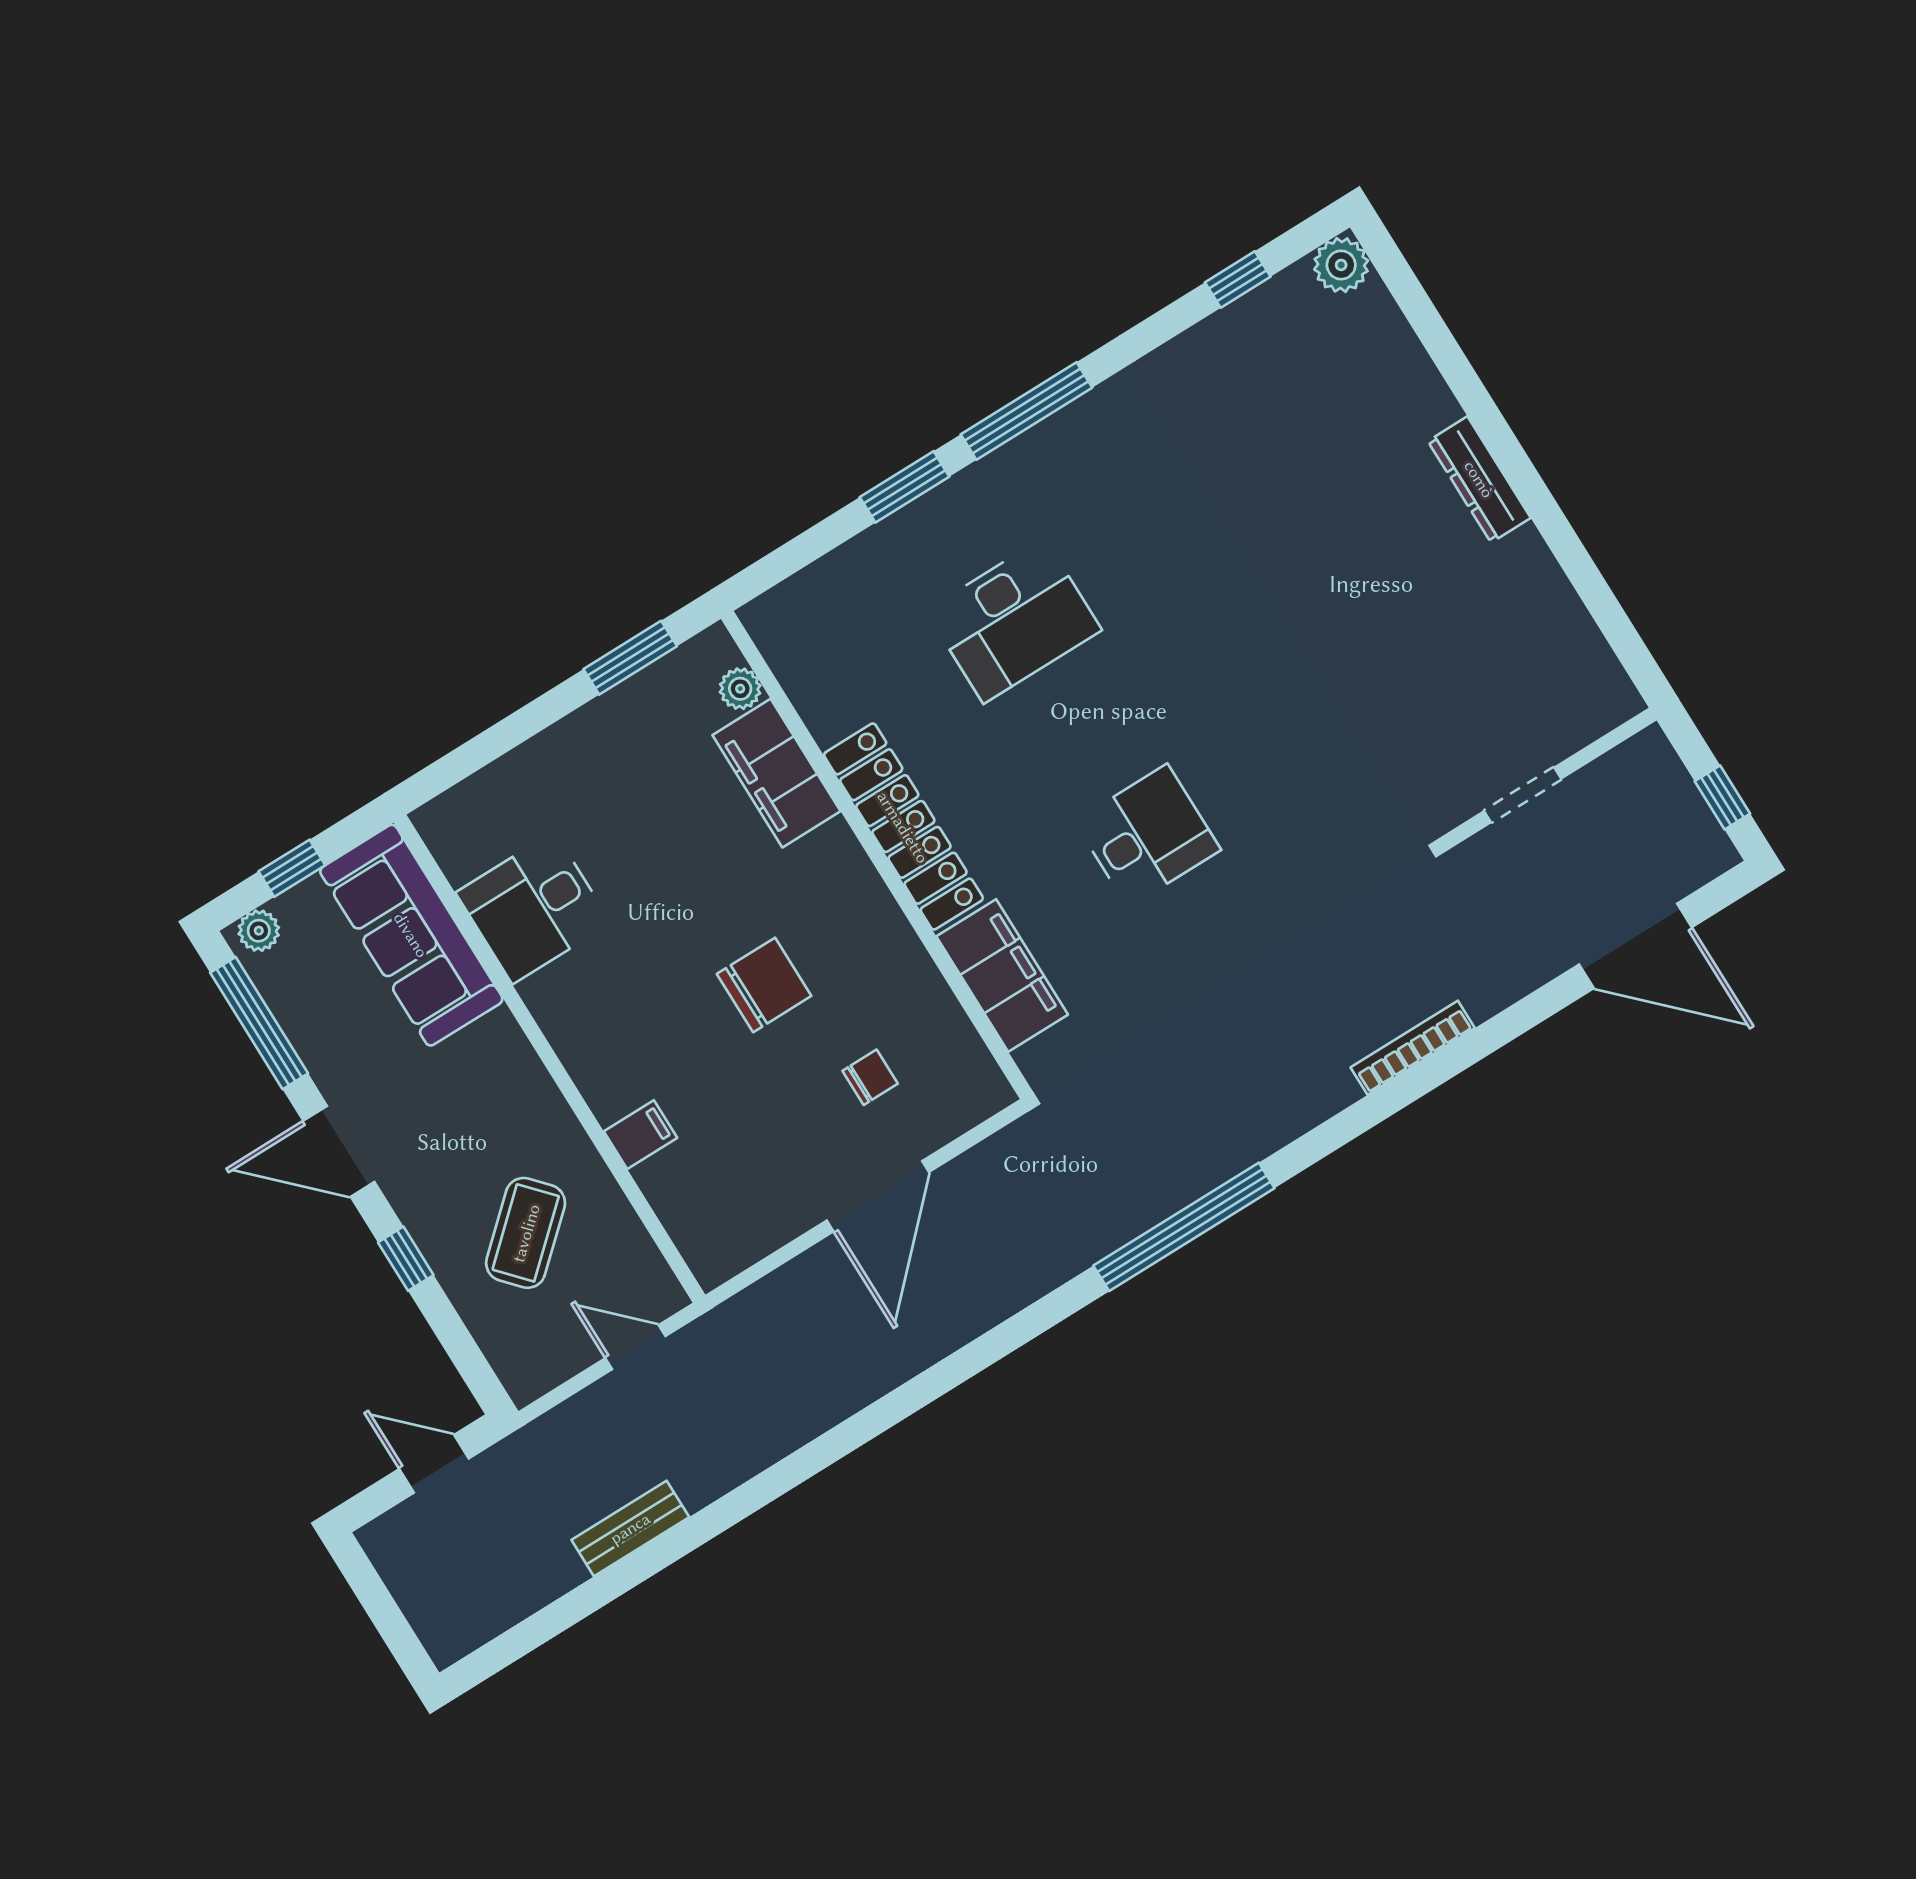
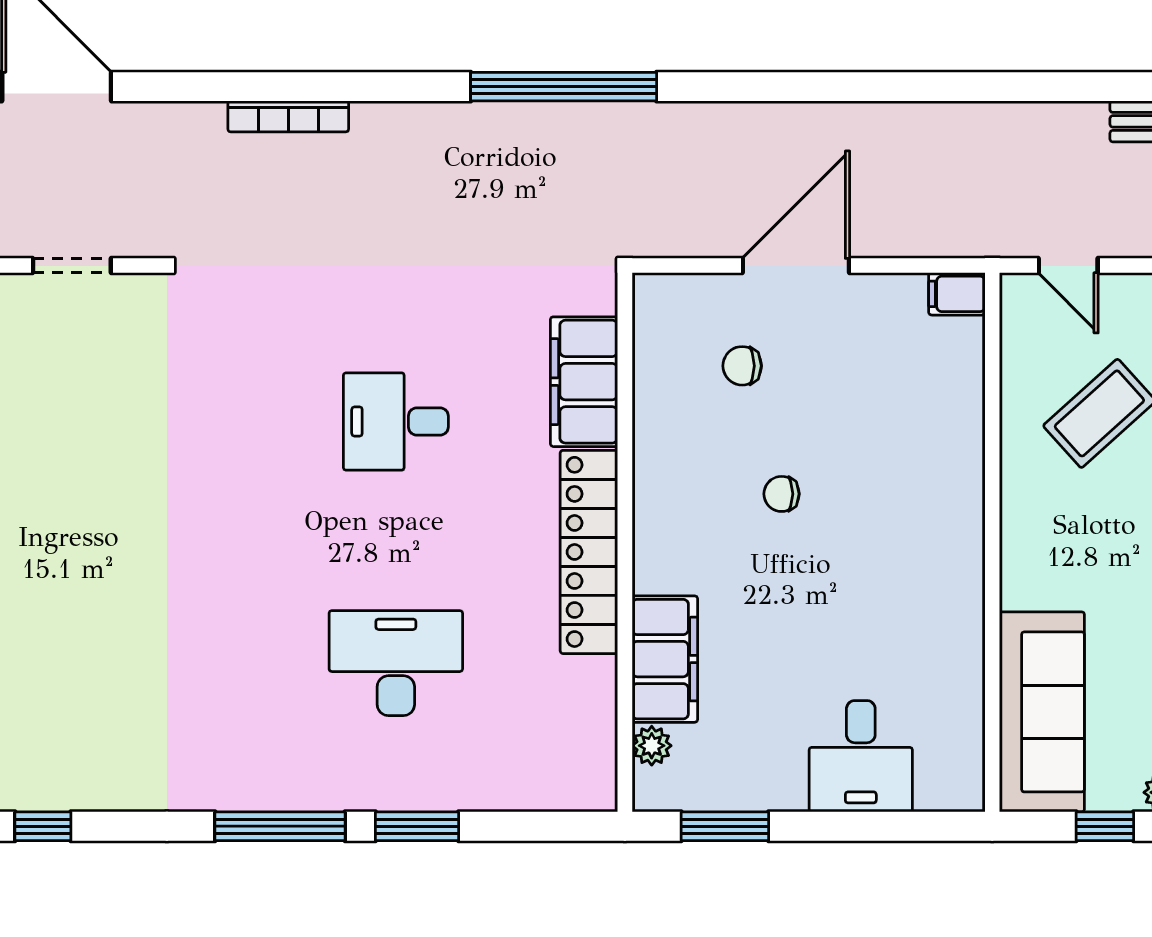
desk: (533, 908) -> (861, 756), moved, turned 90
chair: (764, 985) -> (782, 494), width x0.54, depth x0.54
filing cabinet: (640, 1135) -> (957, 294), moved

